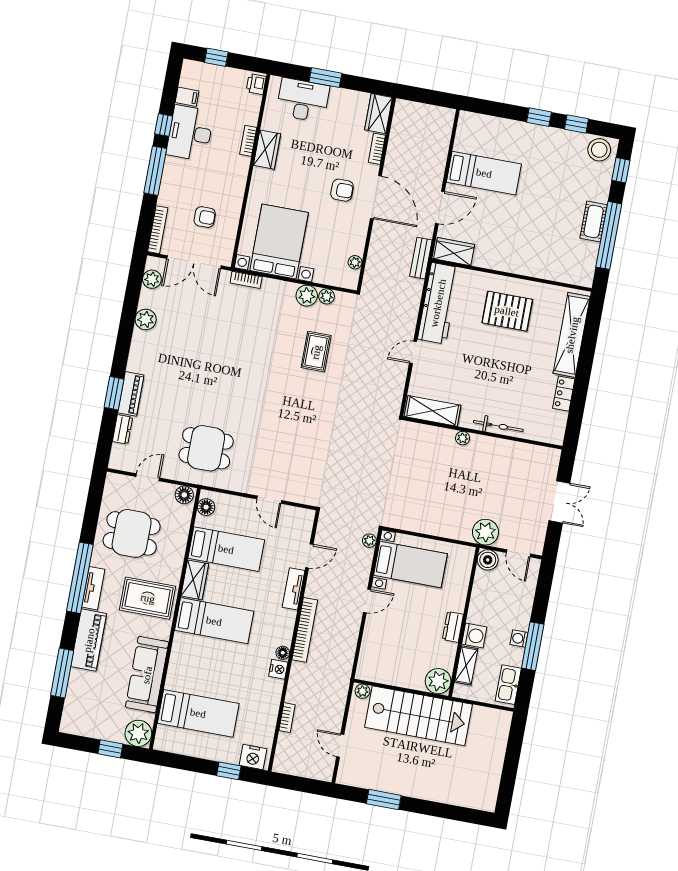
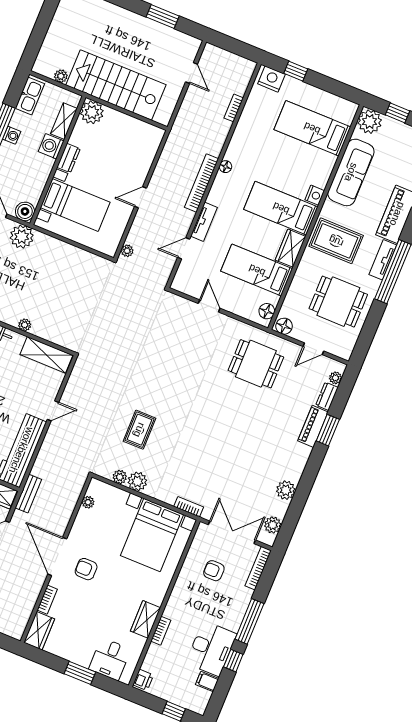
desk: (303, 100) -> (110, 659), width x0.73
plant: (118, 451) -> (335, 378), added
bed with nightstands: (410, 565) -> (75, 205), moved, turned 180
nightstand: (278, 669) -> (315, 195), moved, turned 180
plant: (362, 691) -> (61, 76), moved

